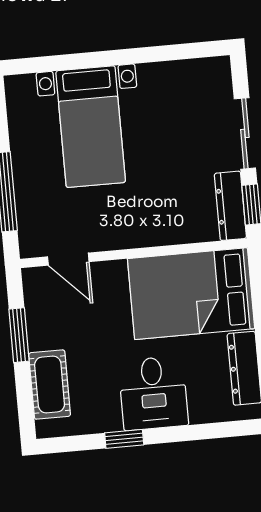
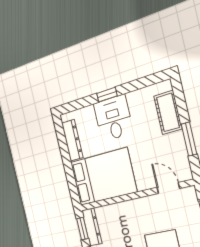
window: (124, 439) -> (107, 95), moved

